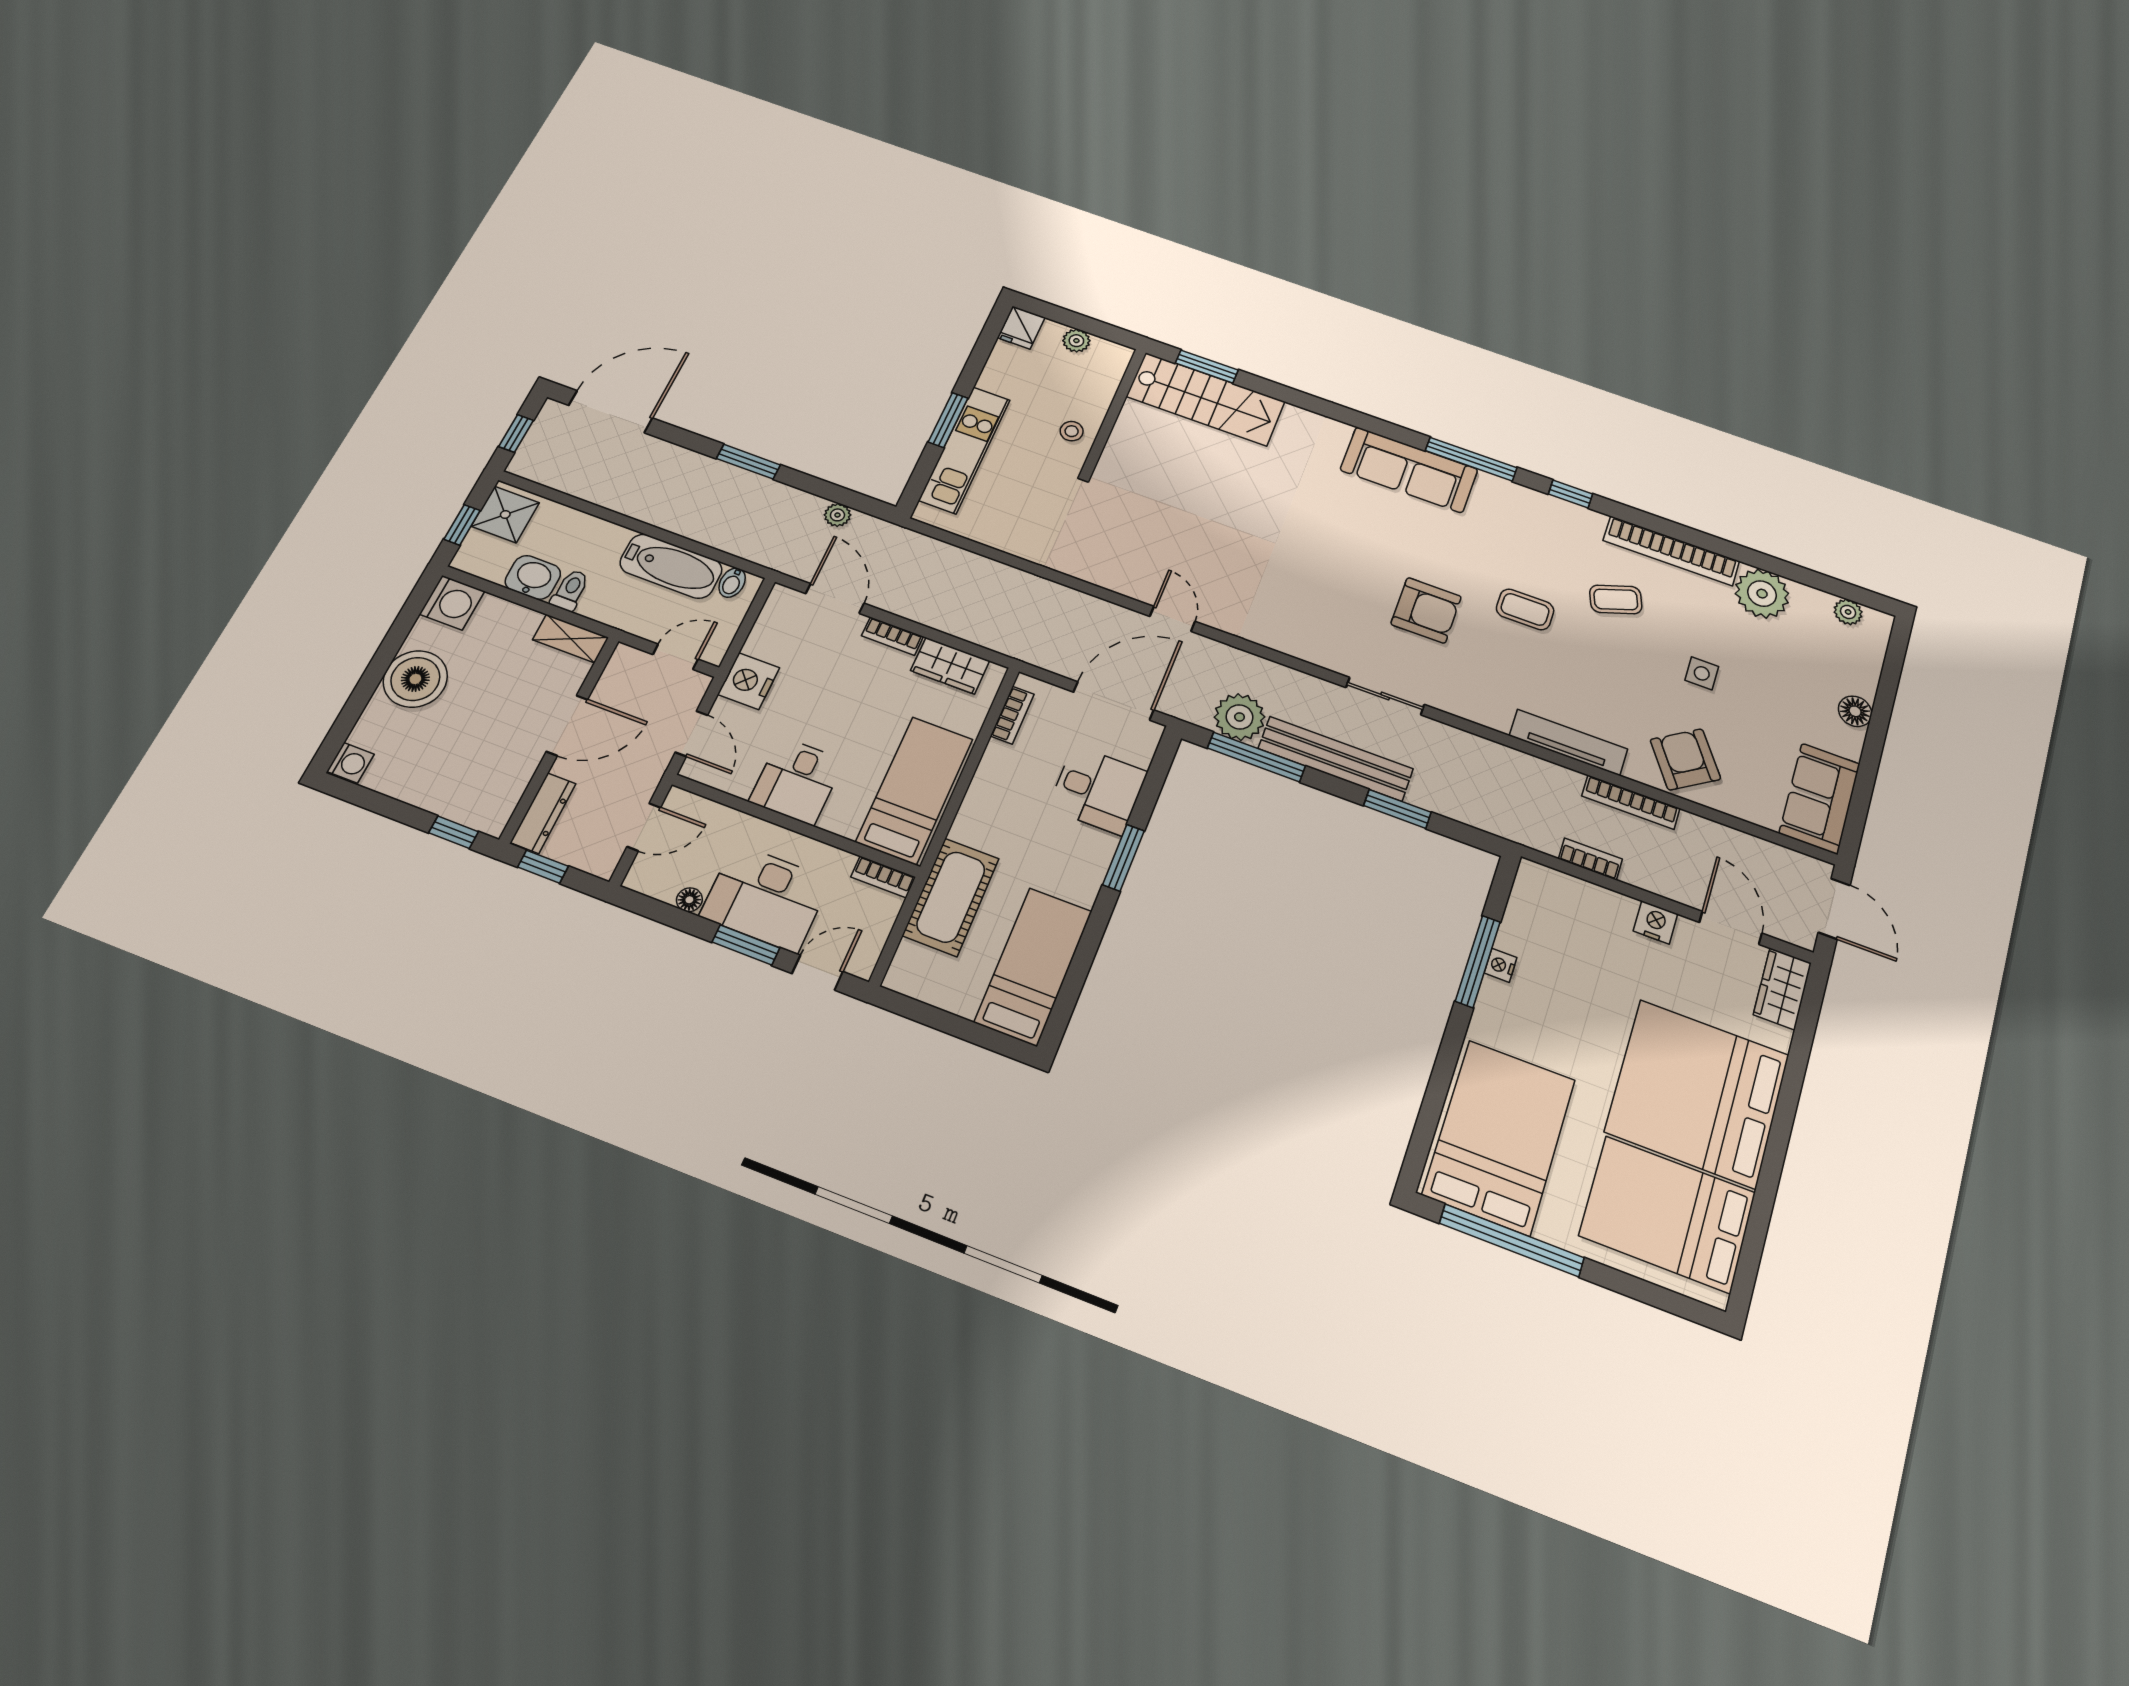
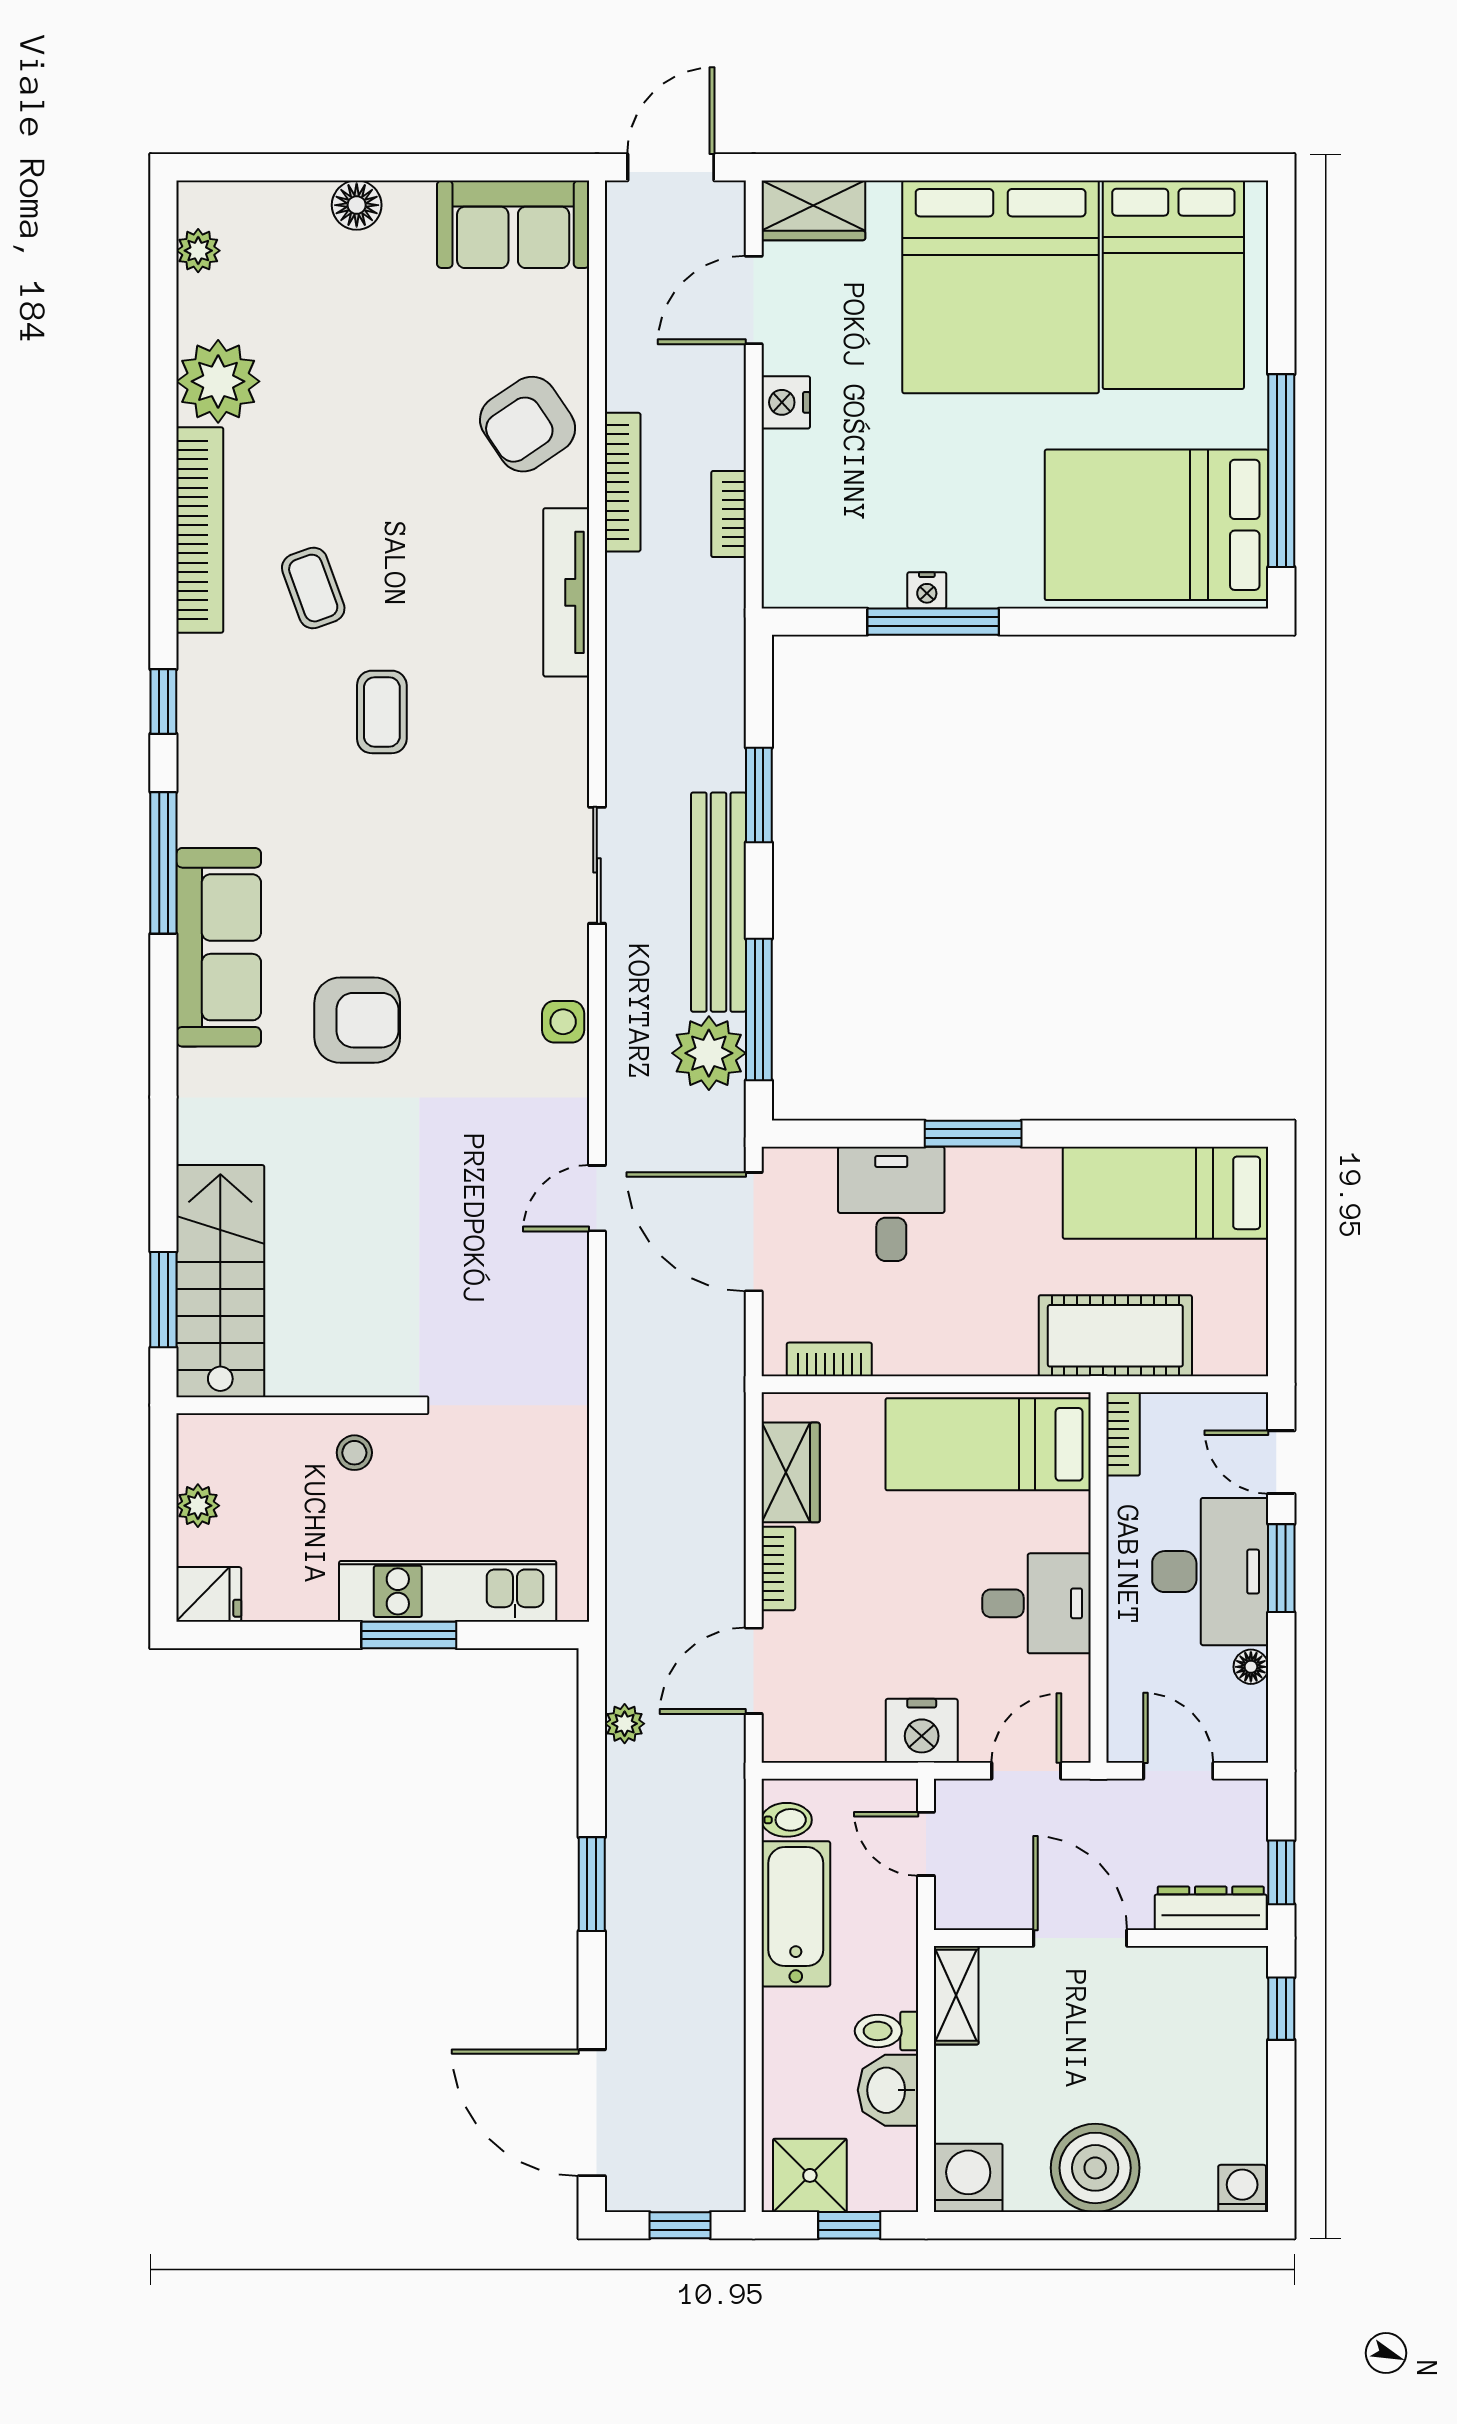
armchair: (1426, 610) -> (357, 1020), moved, turned 90
side table: (1702, 673) -> (563, 1022), moved

